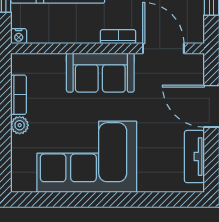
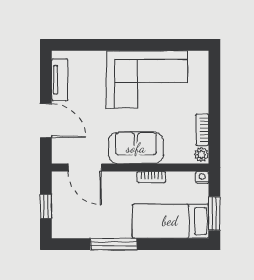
bookcase: (118, 37) -> (151, 177), moved
plant: (20, 125) -> (201, 155), moved

